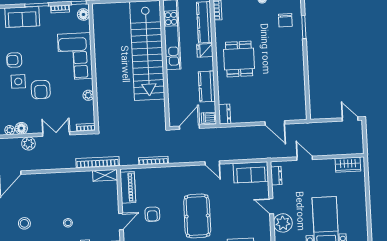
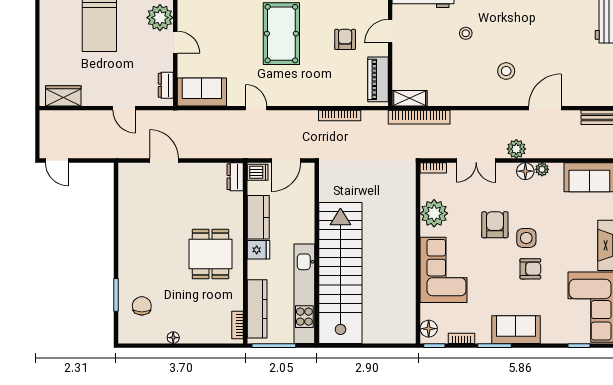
fridge: (205, 50) -> (258, 250), moved
plant: (88, 95) -> (434, 213), width x1.88, depth x1.88
stool: (24, 223) -> (506, 71), moved

